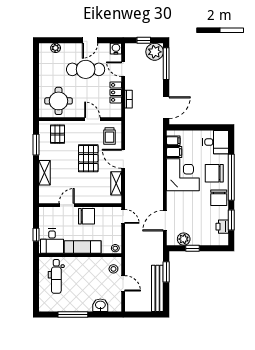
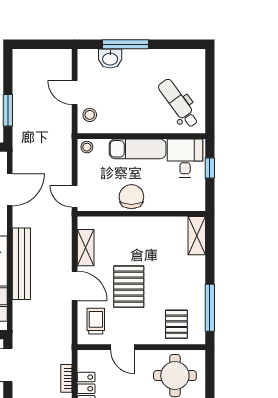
window: (36, 145) -> (210, 308), width x1.44
shelving: (45, 173) -> (197, 236), moved
door: (67, 205) -> (162, 214), removed
chair: (87, 216) -> (131, 197), turned 90
dental chair: (56, 276) -> (178, 103), turned -36
bench: (157, 288) -> (21, 264), moved
window: (73, 314) -> (125, 44), moved

